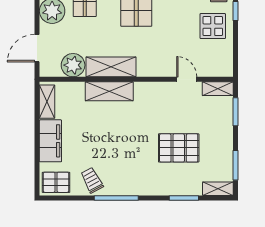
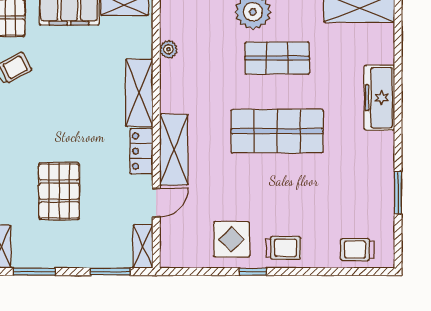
plant: (73, 65) -> (169, 49), width x0.53, depth x0.53
shelving: (111, 67) -> (174, 150), moved
locker: (150, 90) -> (141, 151), added

